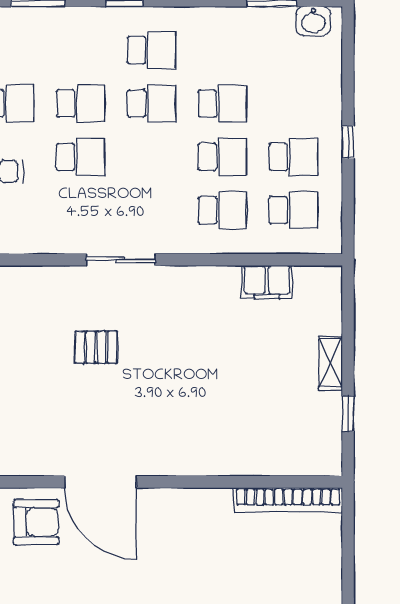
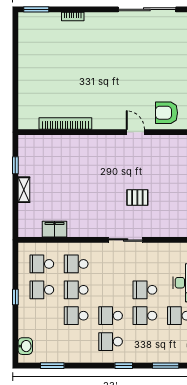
washbasin: (313, 21) -> (25, 346), moved, turned 90
door: (100, 482) -> (135, 132), width x0.53
bookcase: (288, 500) -> (65, 123), moved

